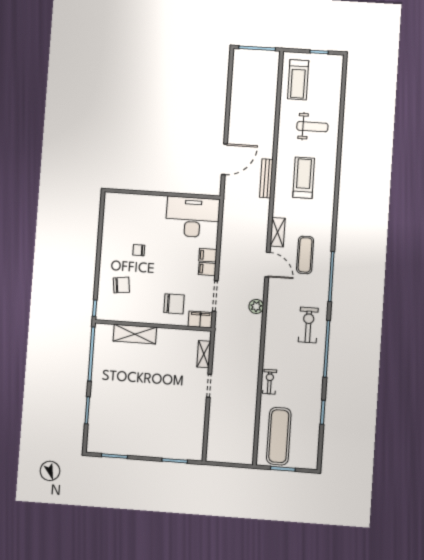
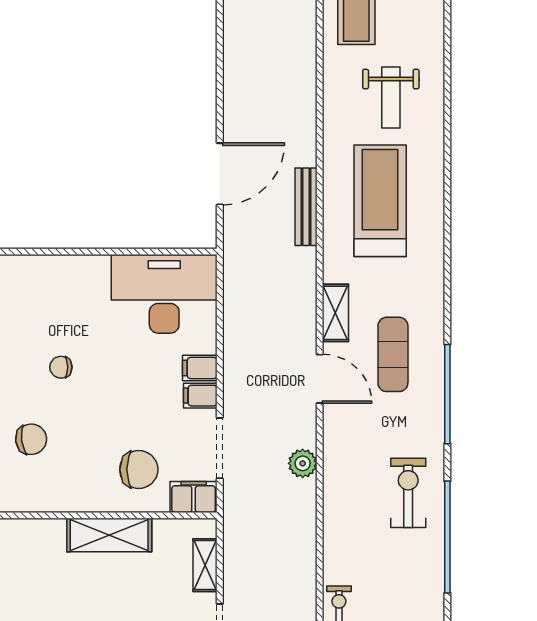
weight bench: (312, 127) -> (391, 97), turned 90
treadmill: (304, 178) -> (380, 201), width x1.37, depth x1.38
shelving: (135, 334) -> (109, 535), moved

